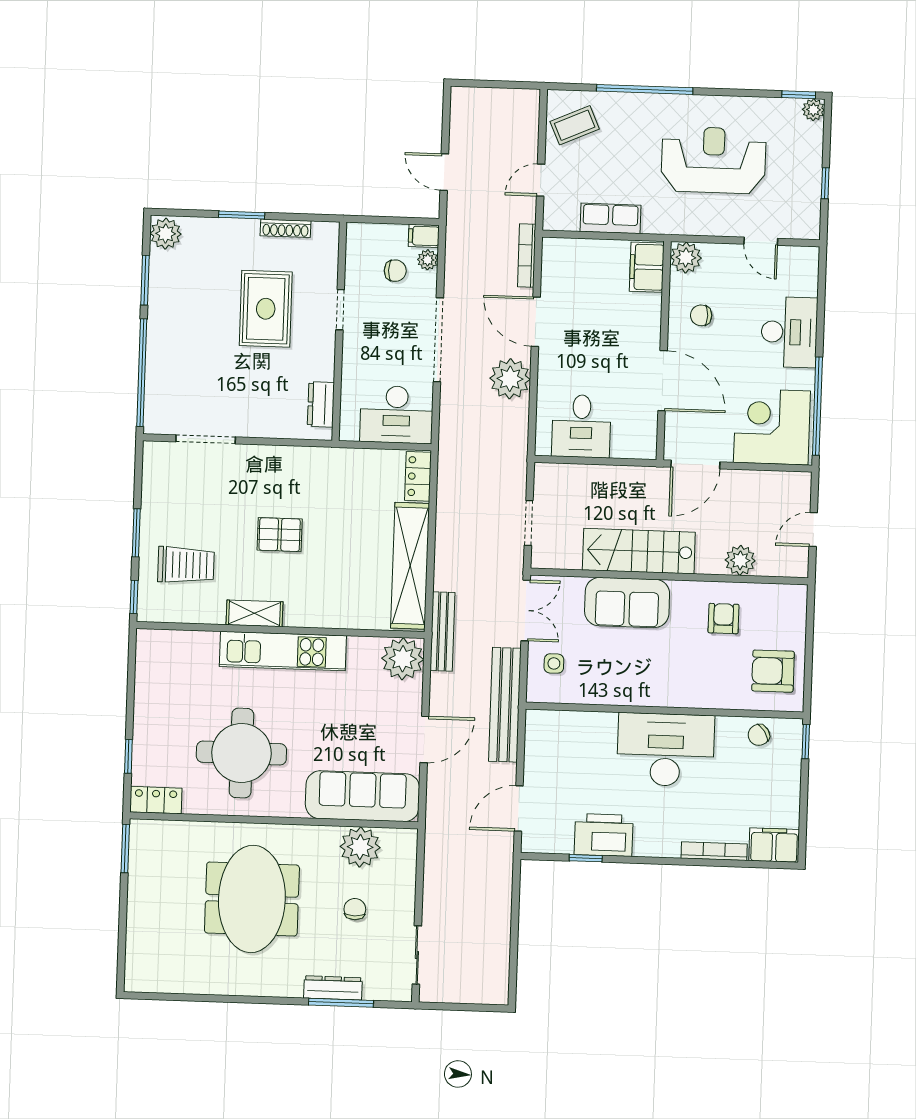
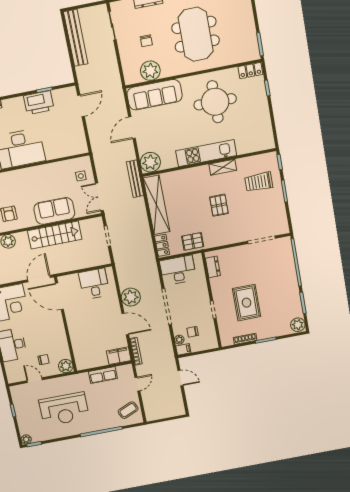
filing cabinet: (647, 267) -> (119, 356), moved, turned -90
chair: (701, 315) -> (43, 360), moved
door: (663, 381) -> (59, 296), moved
pallet: (352, 470) -> (193, 241), added
pallet: (280, 535) -> (219, 205), turned 90
bench: (505, 705) -> (76, 38), moved

